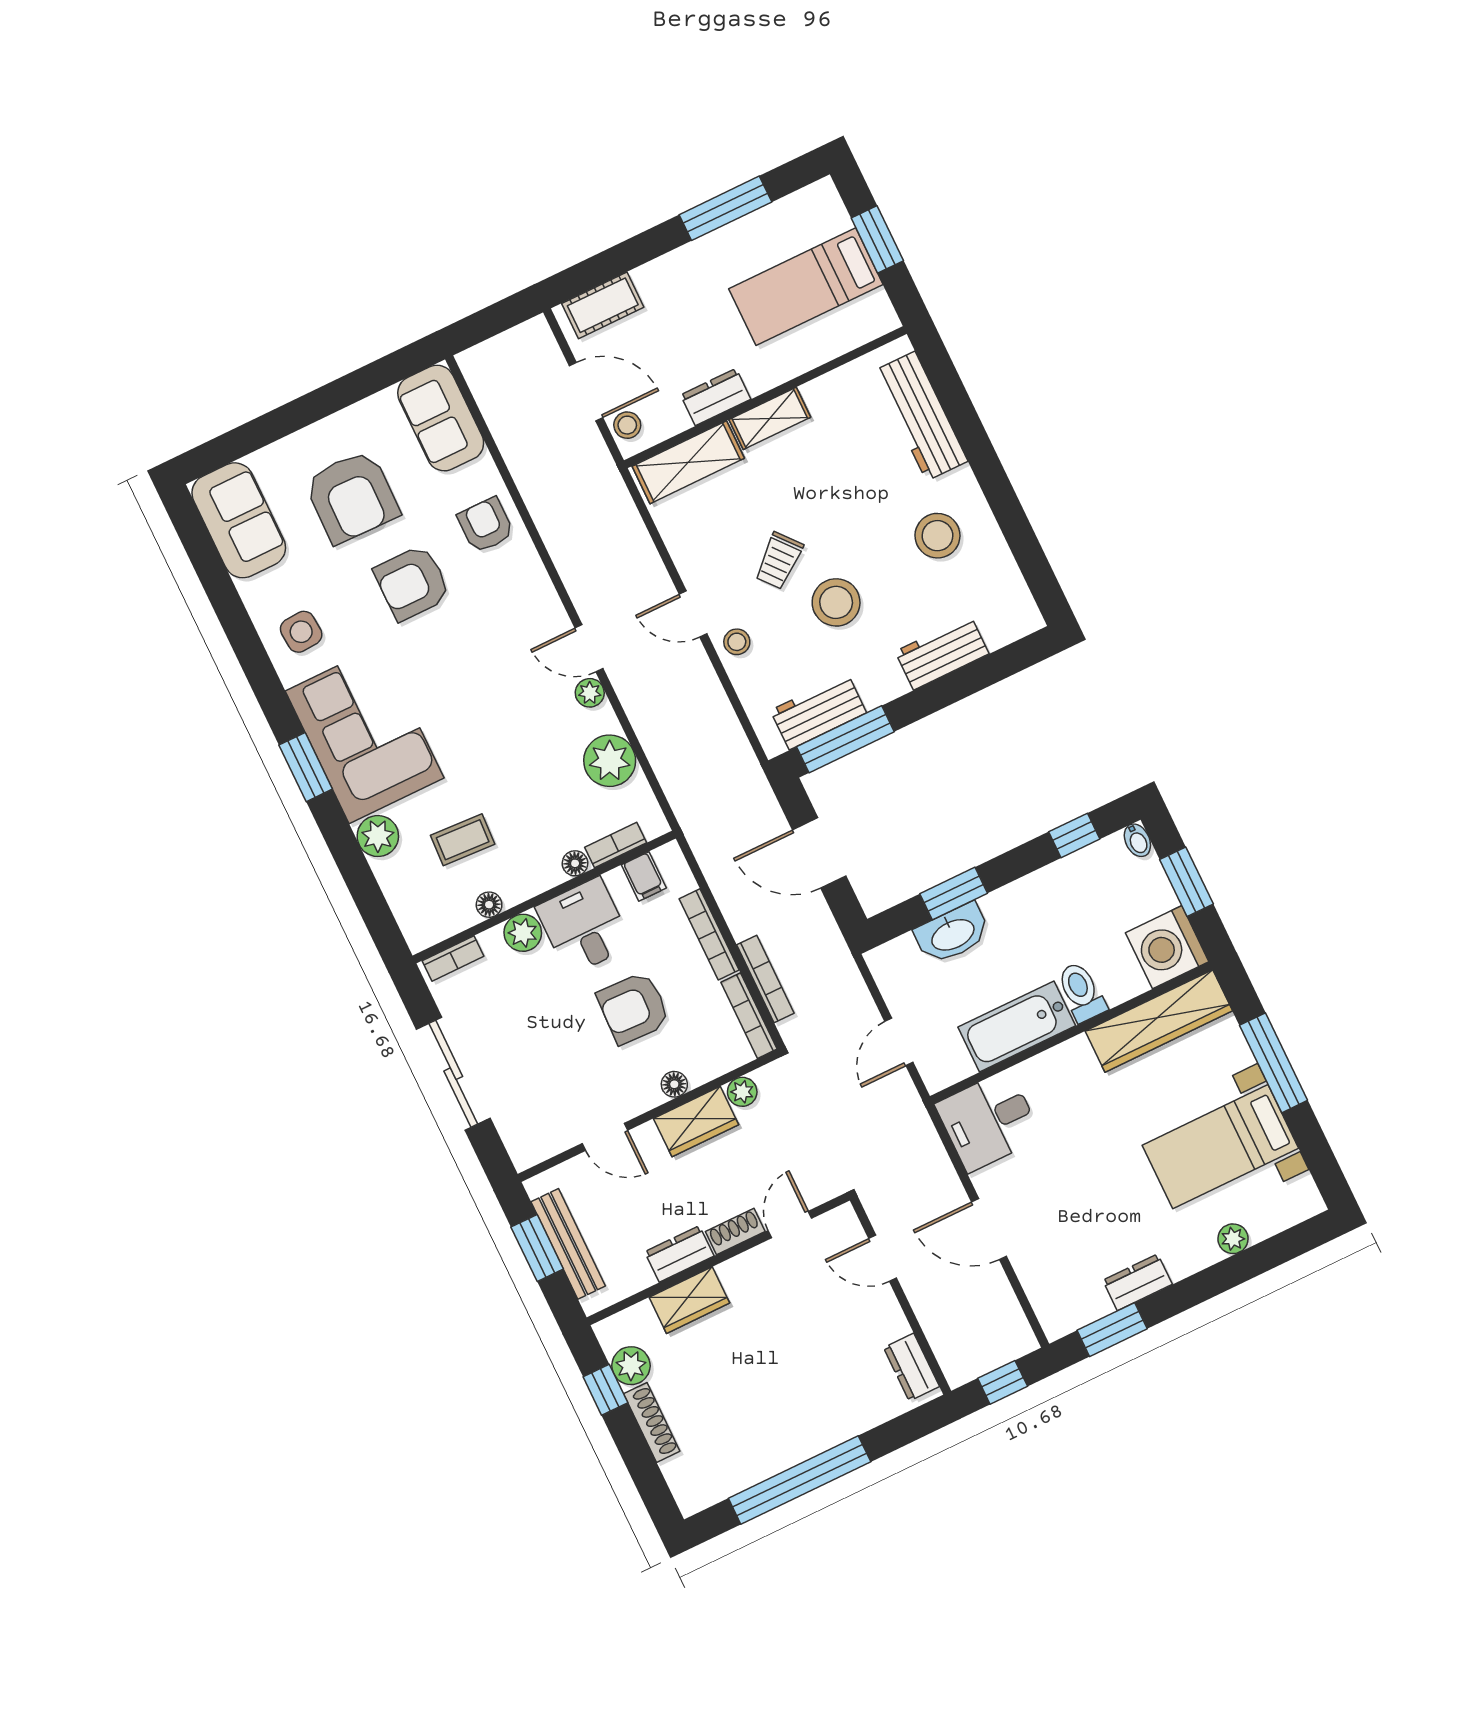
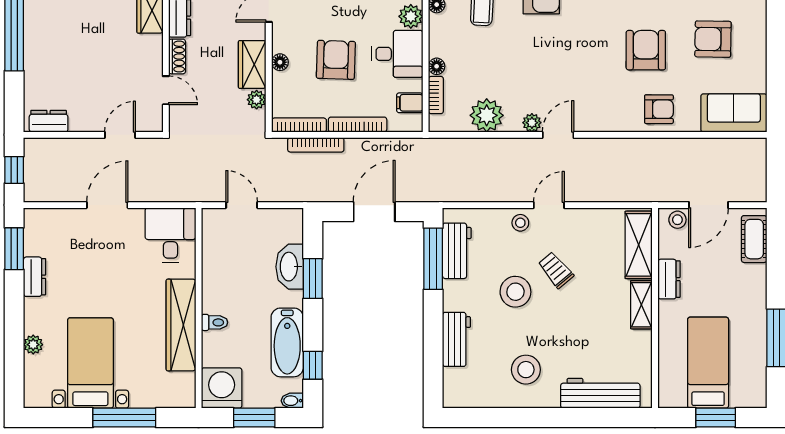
armchair: (352, 497) -> (713, 39), width x0.73, depth x0.73
toilet: (1081, 992) -> (215, 322), width x0.73, depth x0.72
wardrobe: (1159, 1021) -> (181, 325), moved
bathtub: (1017, 1026) -> (287, 342), moved, turned 180

